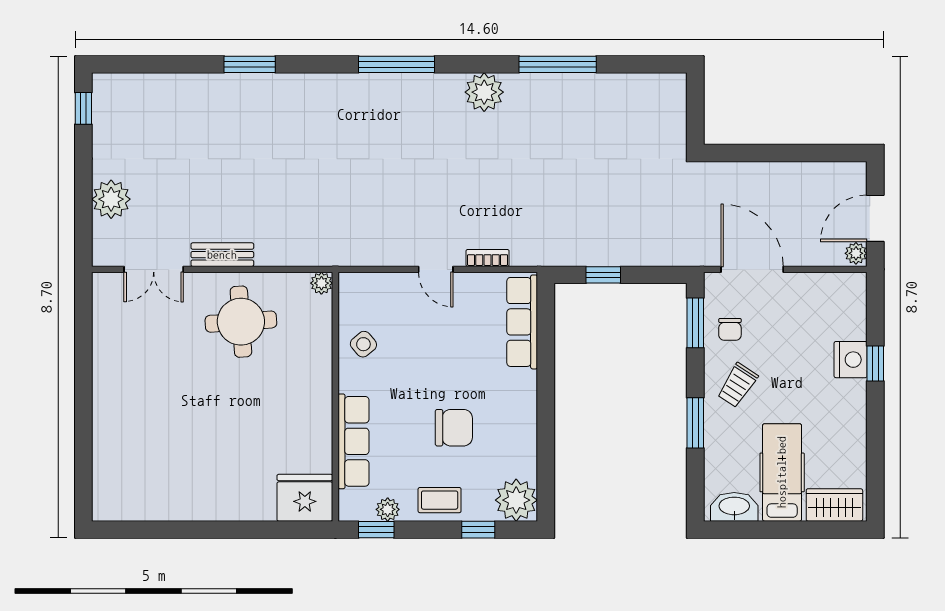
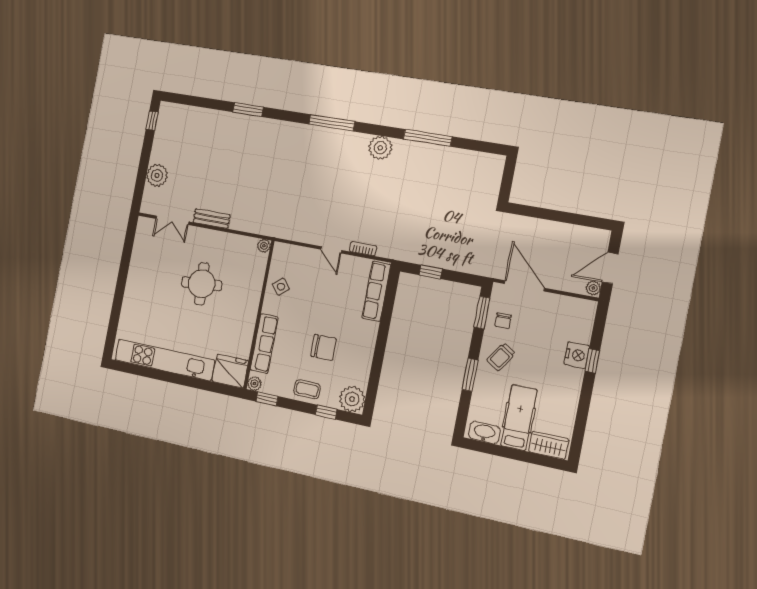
round table: (241, 322) -> (202, 284), moved
kitchen unit: (187, 503) -> (165, 360), added
plant: (388, 509) -> (254, 384), moved

